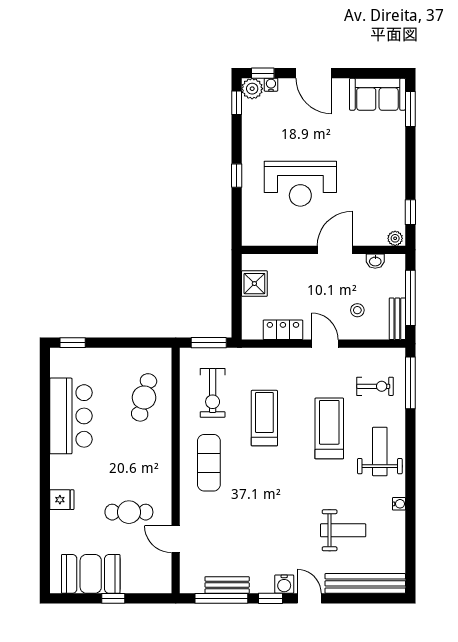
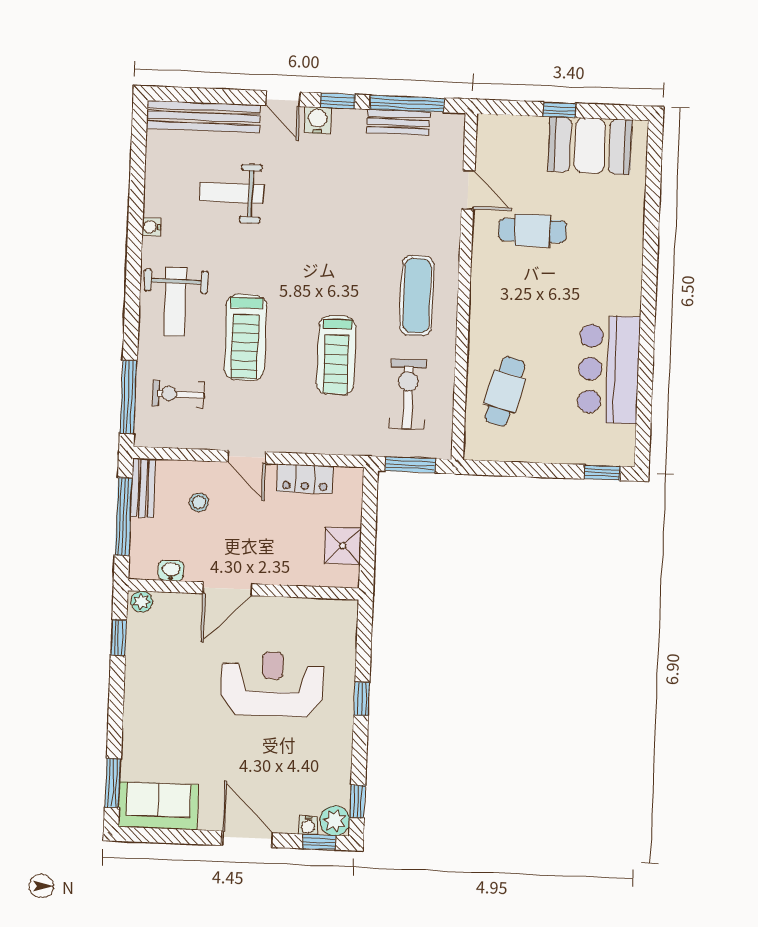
fridge: (62, 500) -> (626, 252), removed

